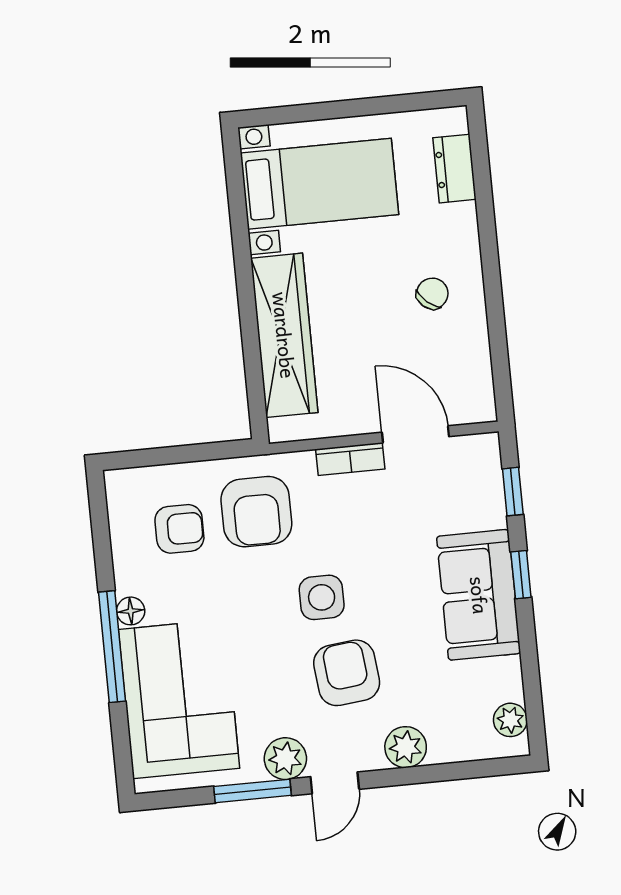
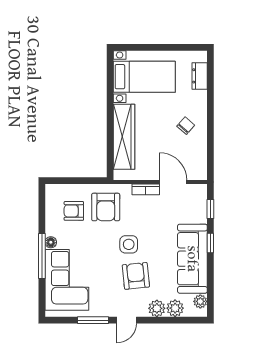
armchair: (179, 529) -> (74, 211), turned 180
sofa: (479, 595) -> (192, 259), width x1.36
plant: (285, 759) -> (175, 308), moved

